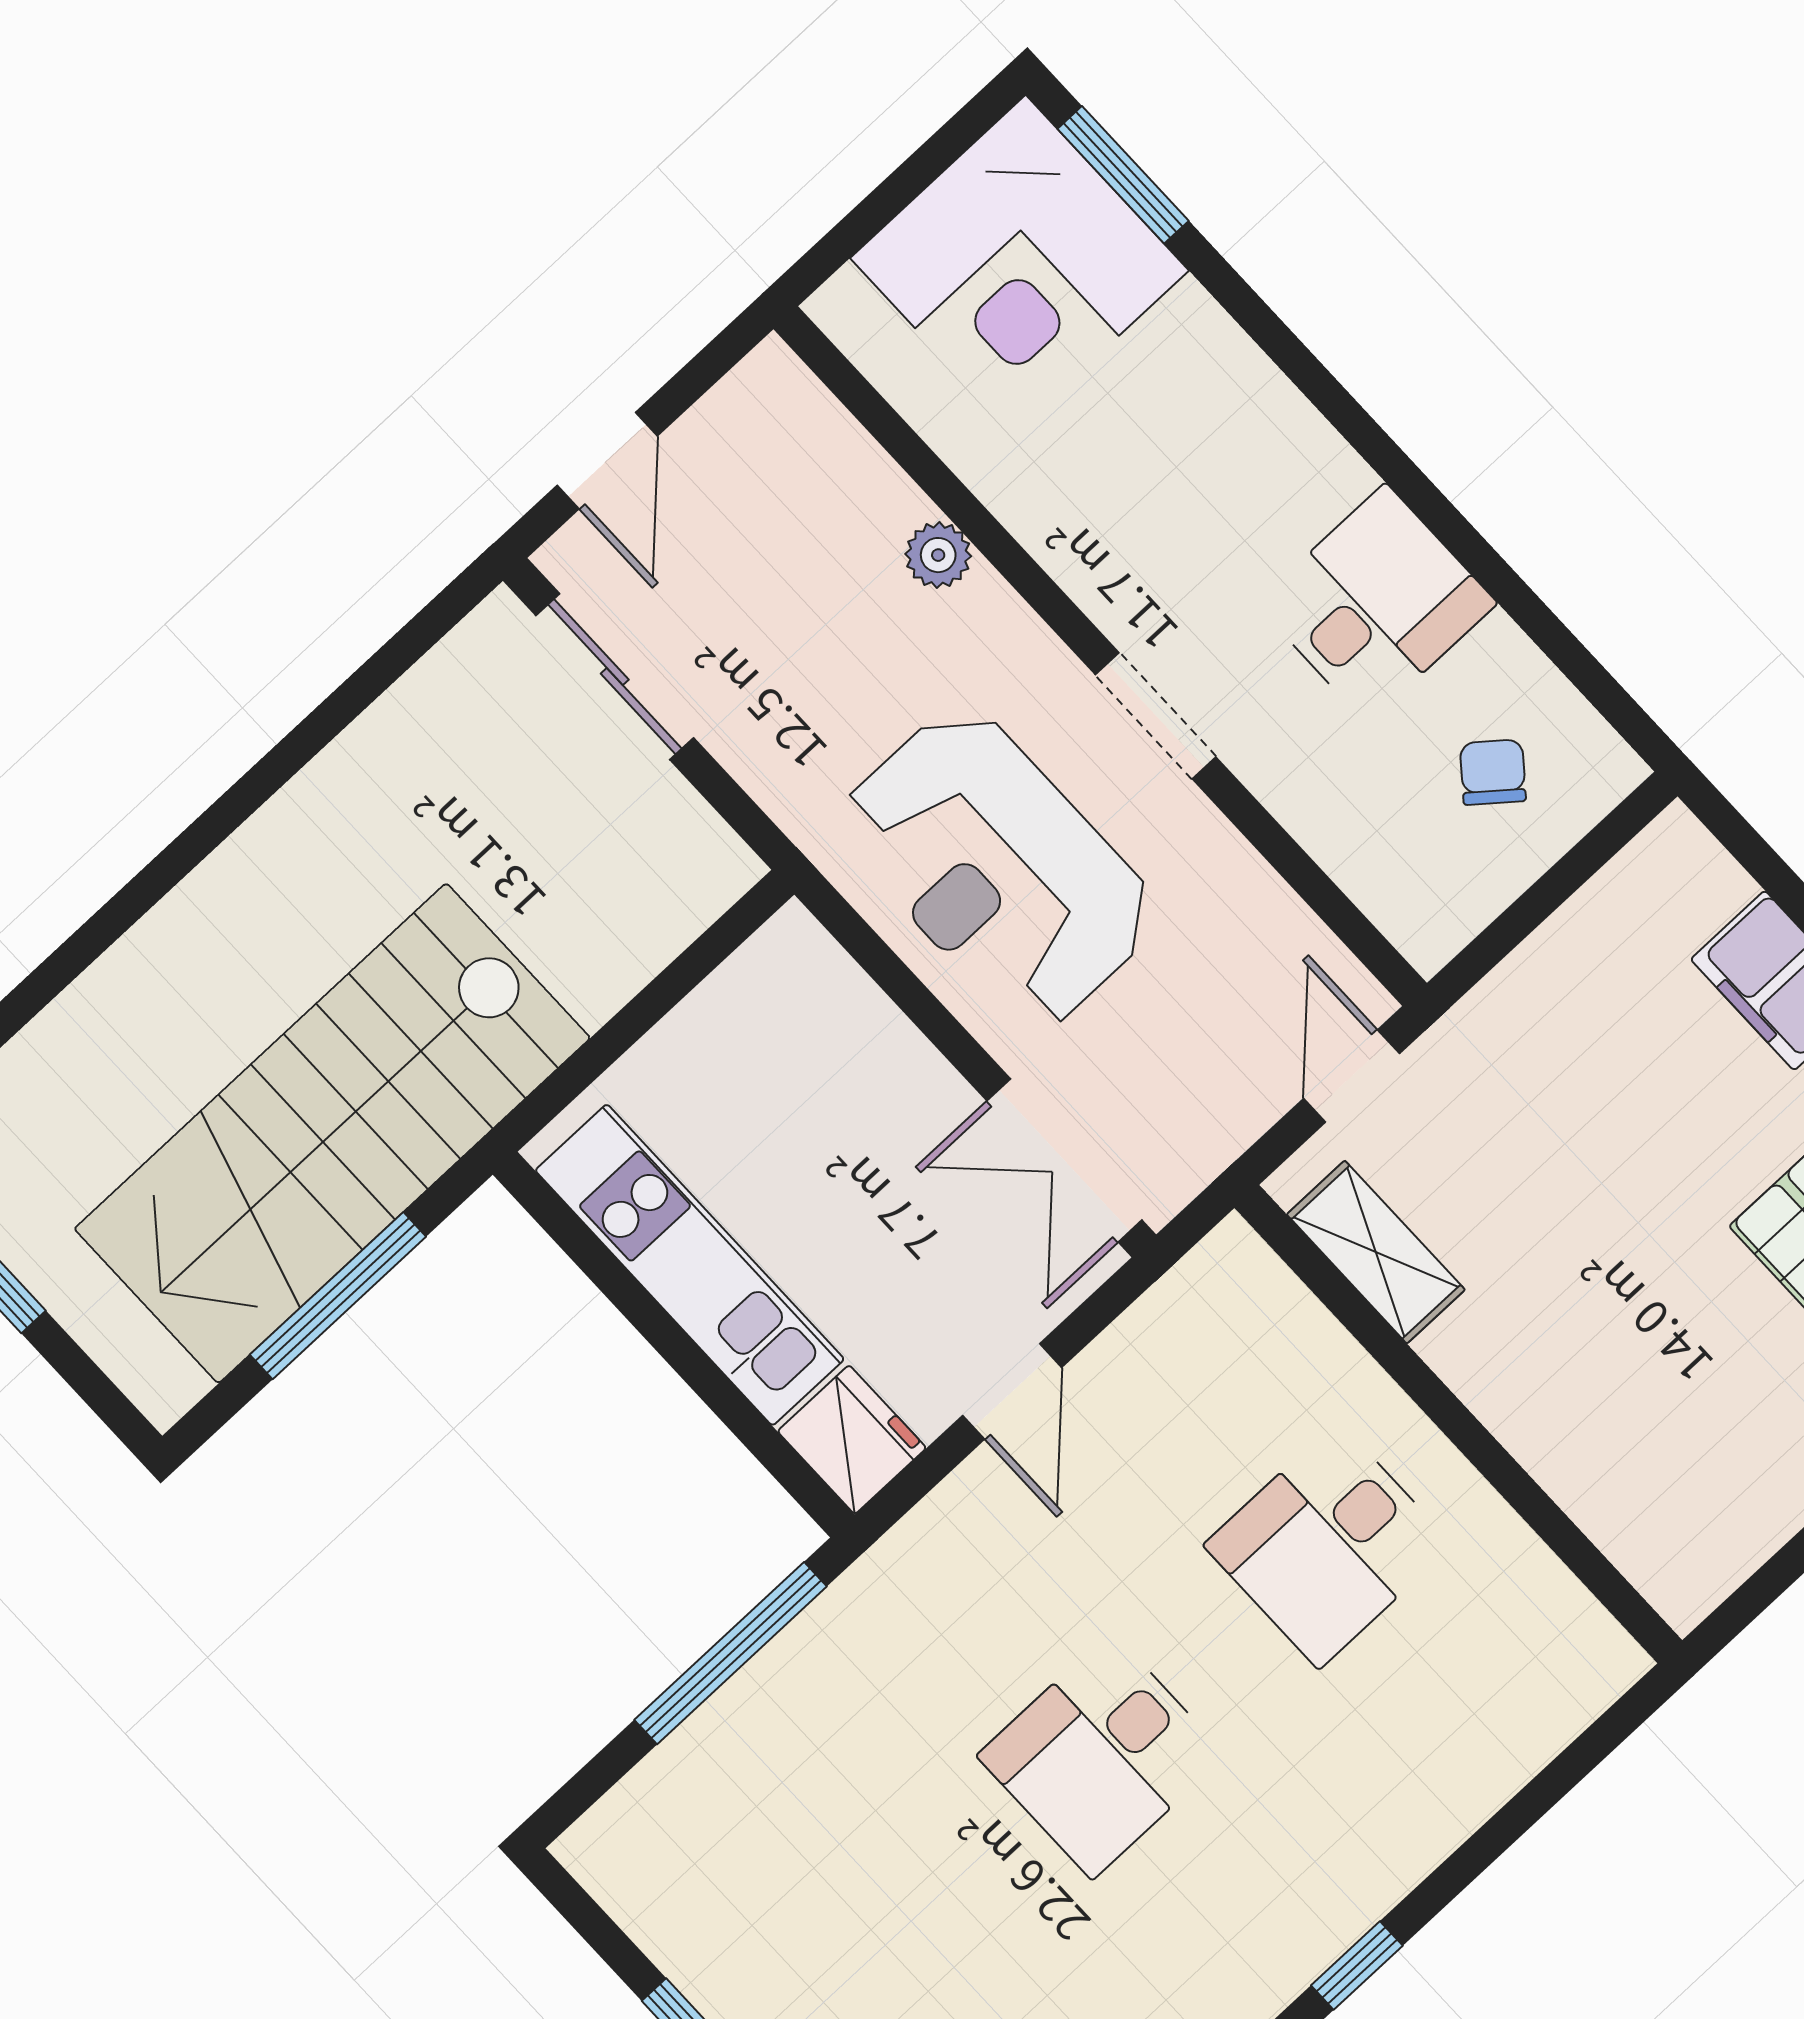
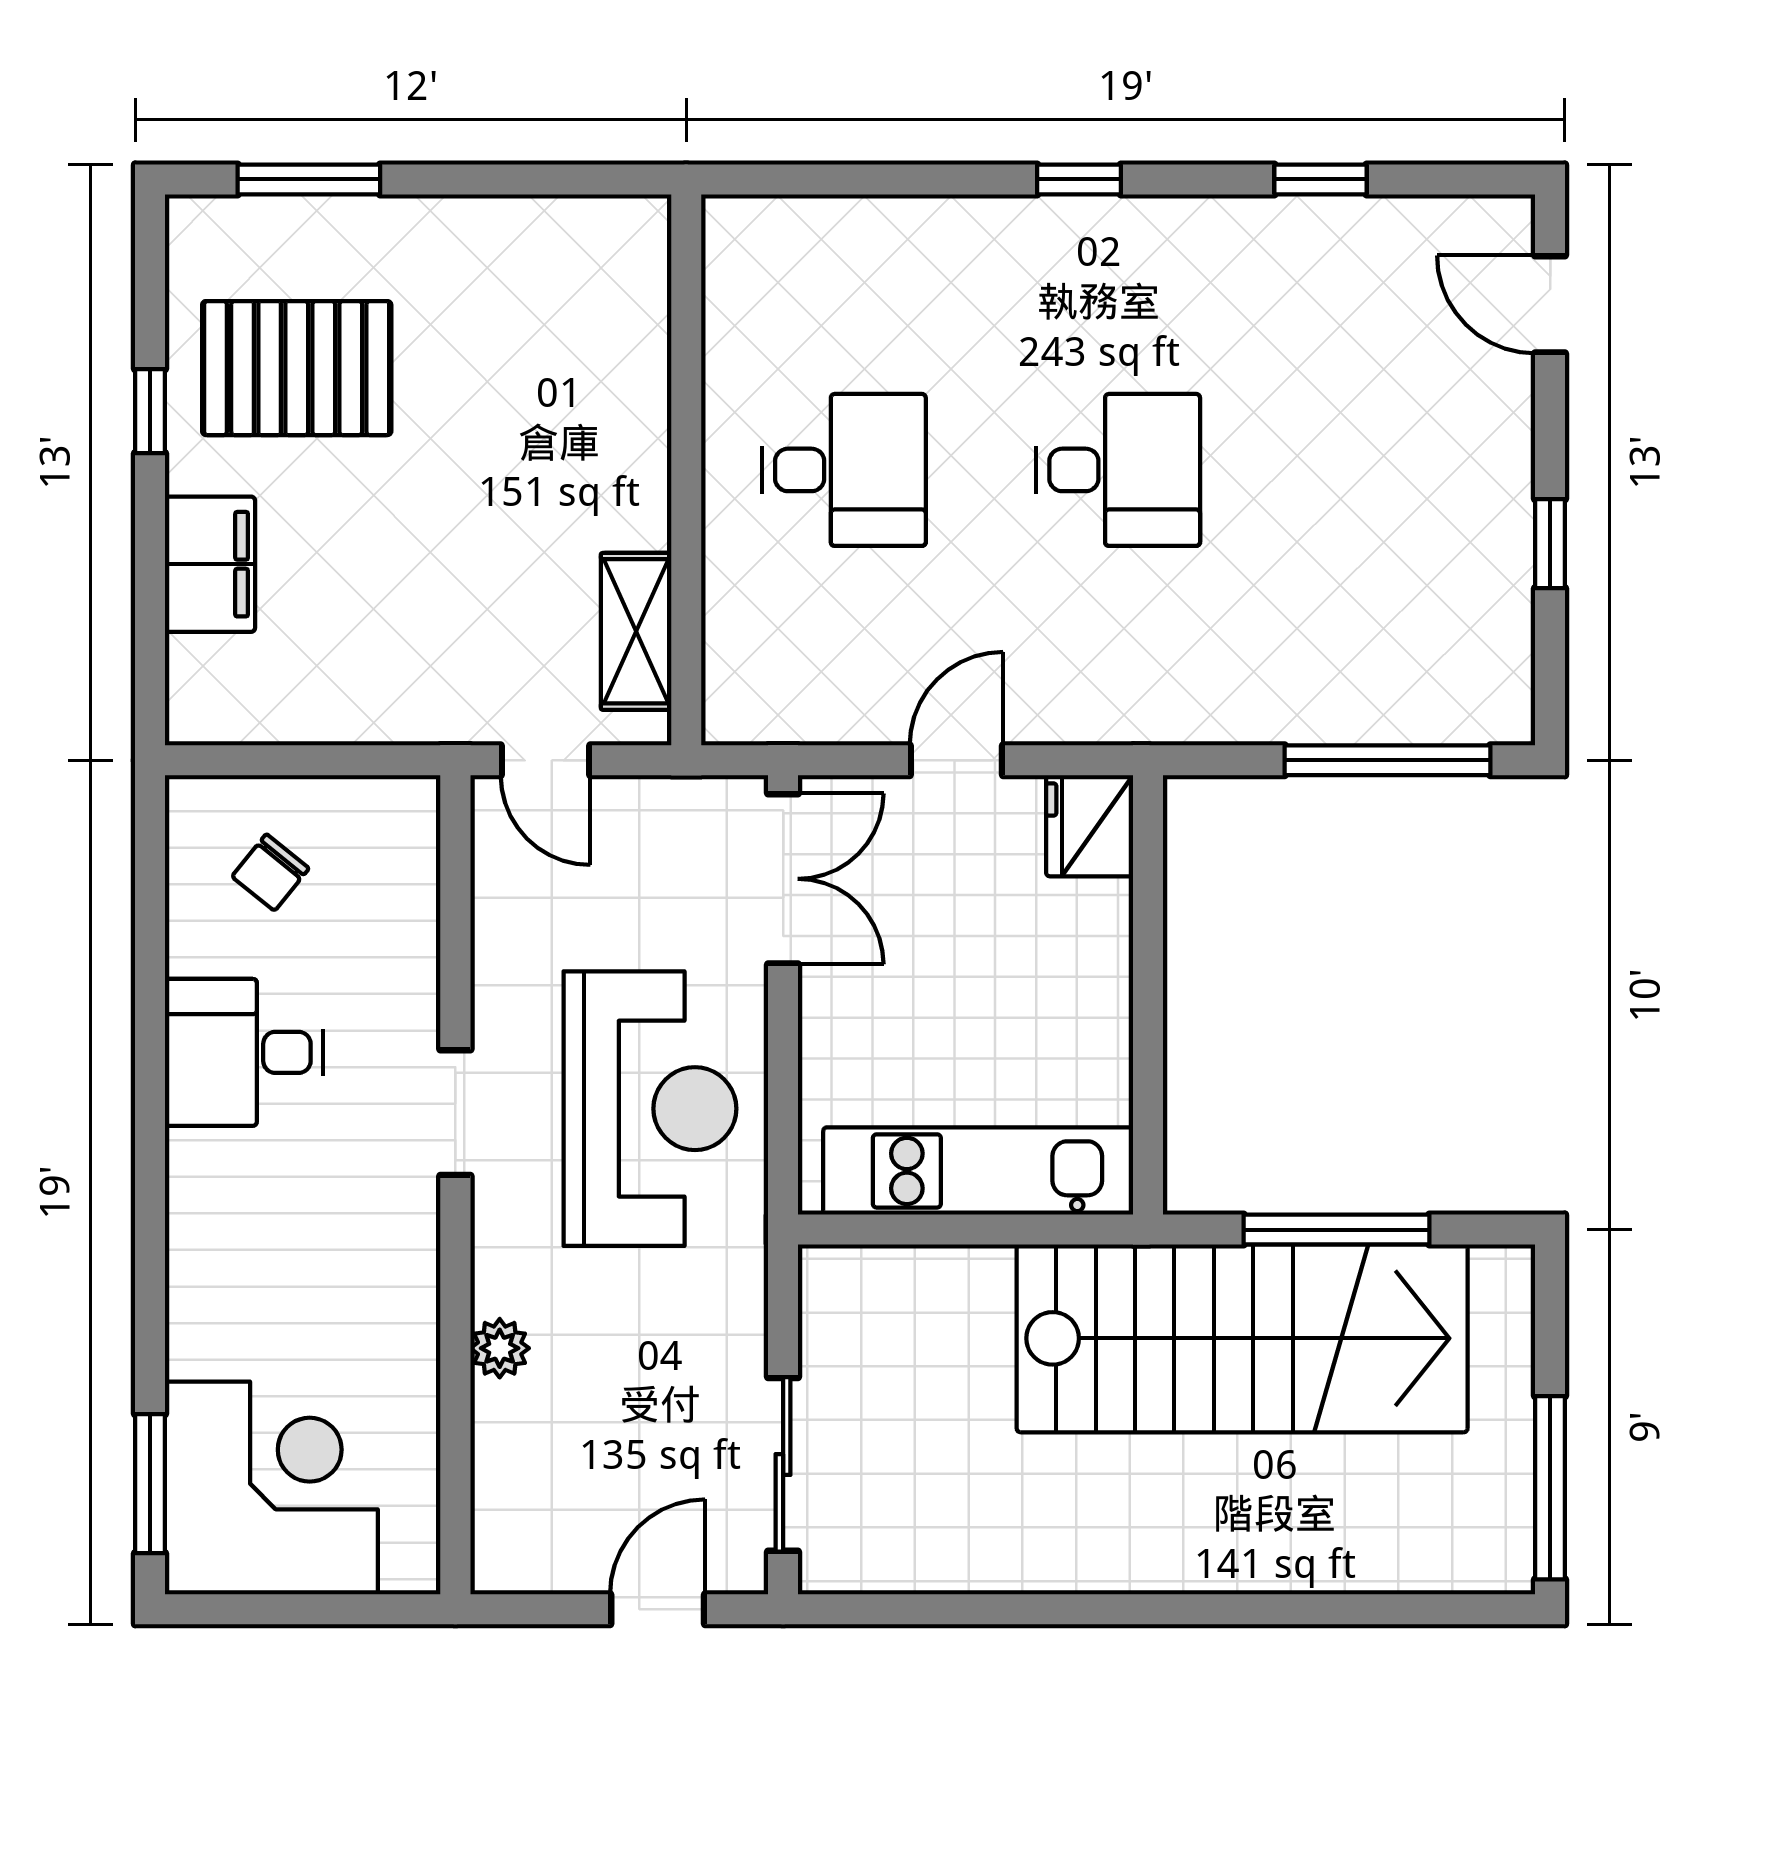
door: (1352, 1076) -> (546, 760), hinge flipped
kitchen unit: (690, 1265) -> (978, 1171), moved, turned 90
window: (731, 1653) -> (1388, 760), moved

